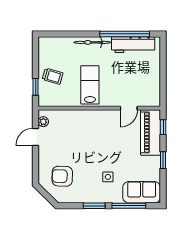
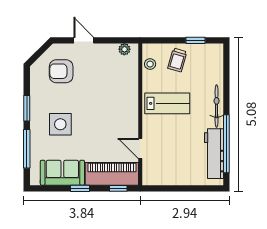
window: (36, 87) -> (195, 40), moved
stool: (56, 100) -> (150, 64), added
door: (36, 137) -> (84, 40), moved
armchair: (62, 176) -> (61, 71), turned -92
side table: (108, 177) -> (60, 124), width x1.87, depth x1.87
sofa: (142, 192) -> (62, 173), moved, turned -90

